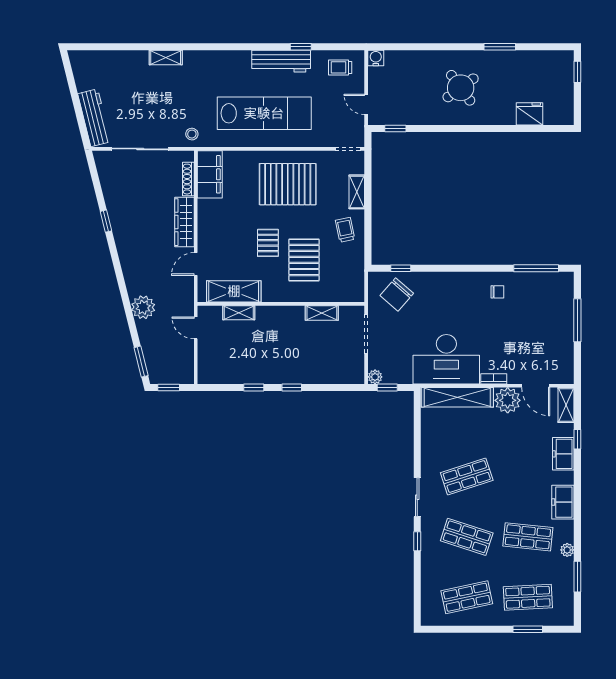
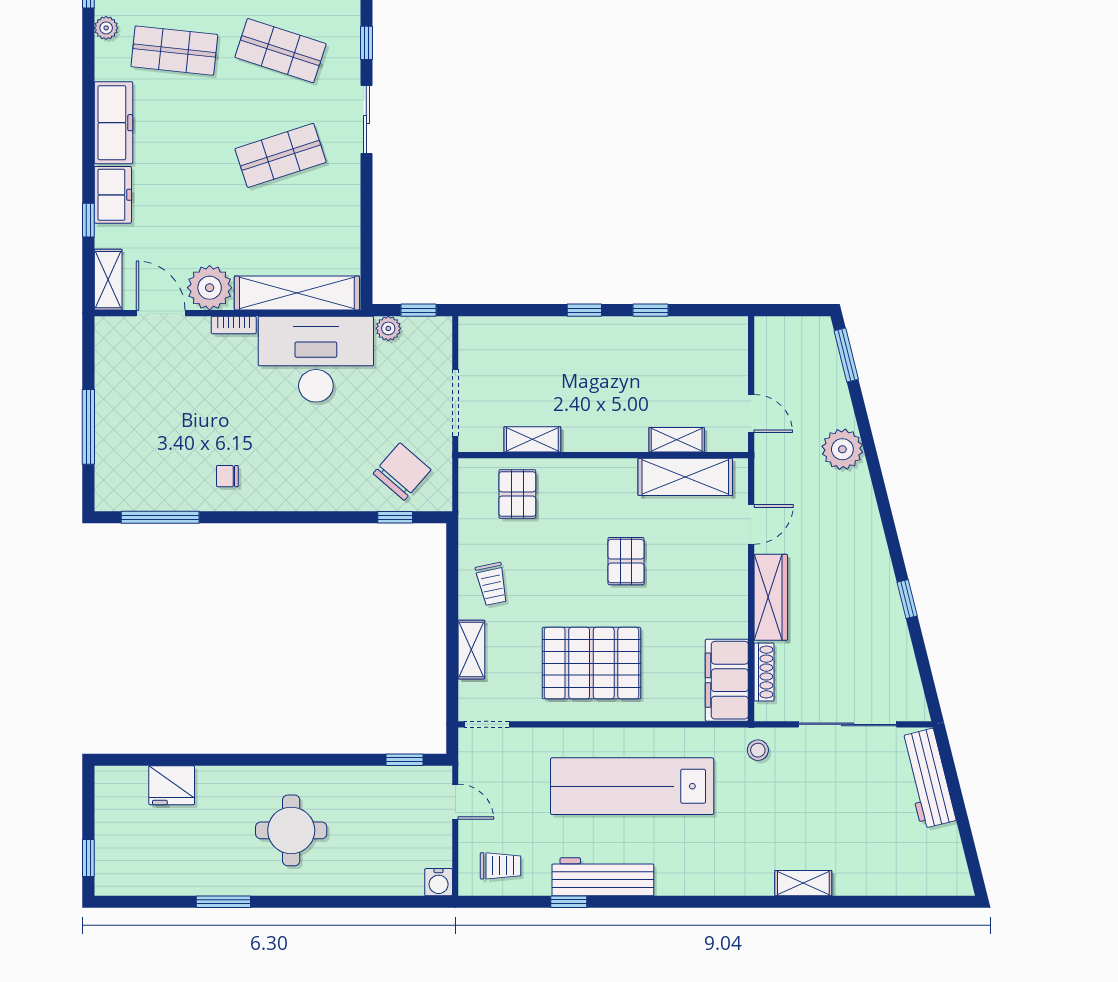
round table: (461, 88) -> (291, 830), turned 36
pallet: (304, 260) -> (517, 494), moved, width x0.67, depth x0.71
plant: (375, 377) -> (388, 328), moved
window: (169, 387) -> (798, 310), removed
freezer: (563, 502) -> (113, 123), width x1.40

